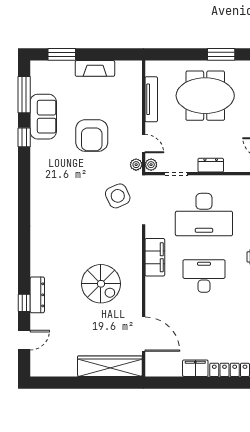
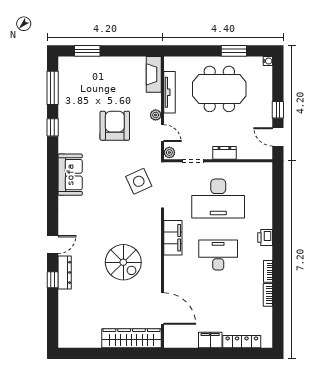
fireplace: (95, 68) -> (154, 74), moved, turned 90
sofa: (43, 117) -> (70, 175), moved
armchair: (92, 136) -> (115, 126), turned 180
plant: (136, 165) -> (156, 115), moved
door: (24, 340) -> (53, 245), moved

